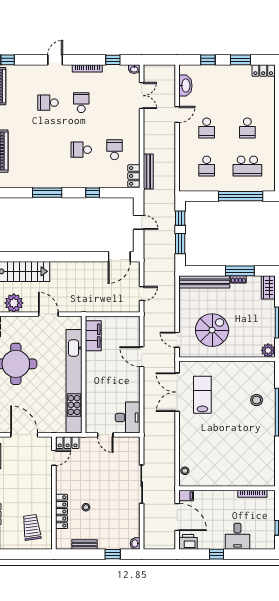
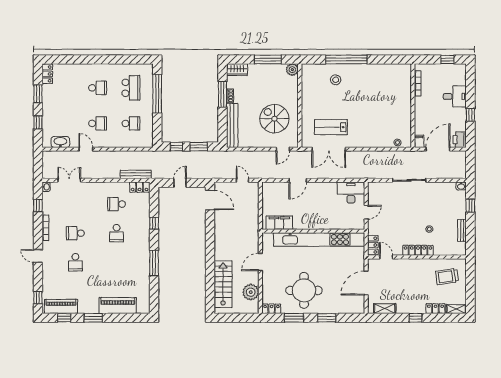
locker: (62, 511) -> (418, 250), moved

